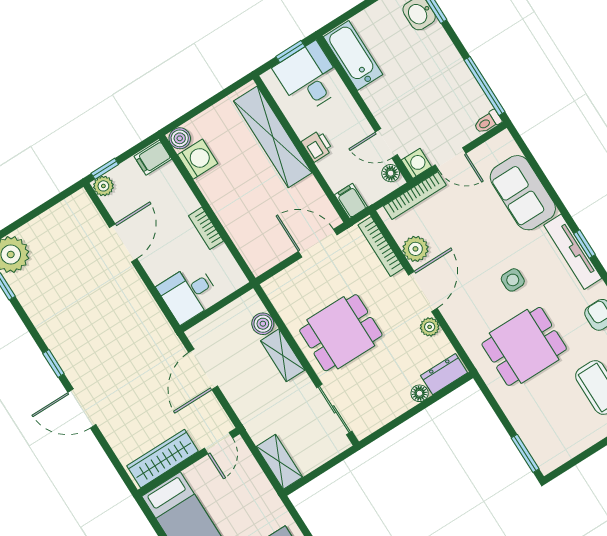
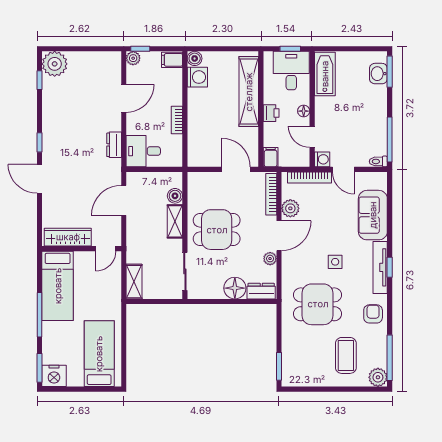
floor lamp: (391, 173) -> (304, 111), moved
dresser: (148, 308) -> (114, 145), added
floor lamp: (420, 393) -> (235, 288), width x1.89, depth x1.89

